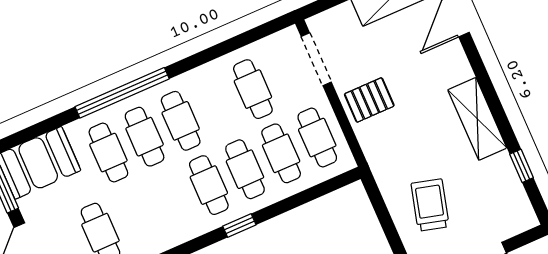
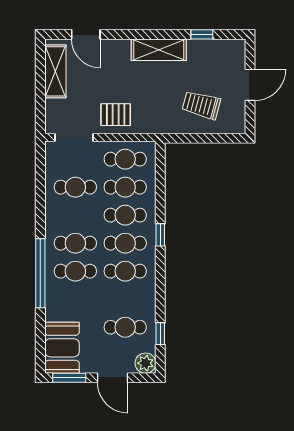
pallet: (369, 100) -> (116, 115), turned 90
cafe table: (108, 153) -> (125, 271), moved

